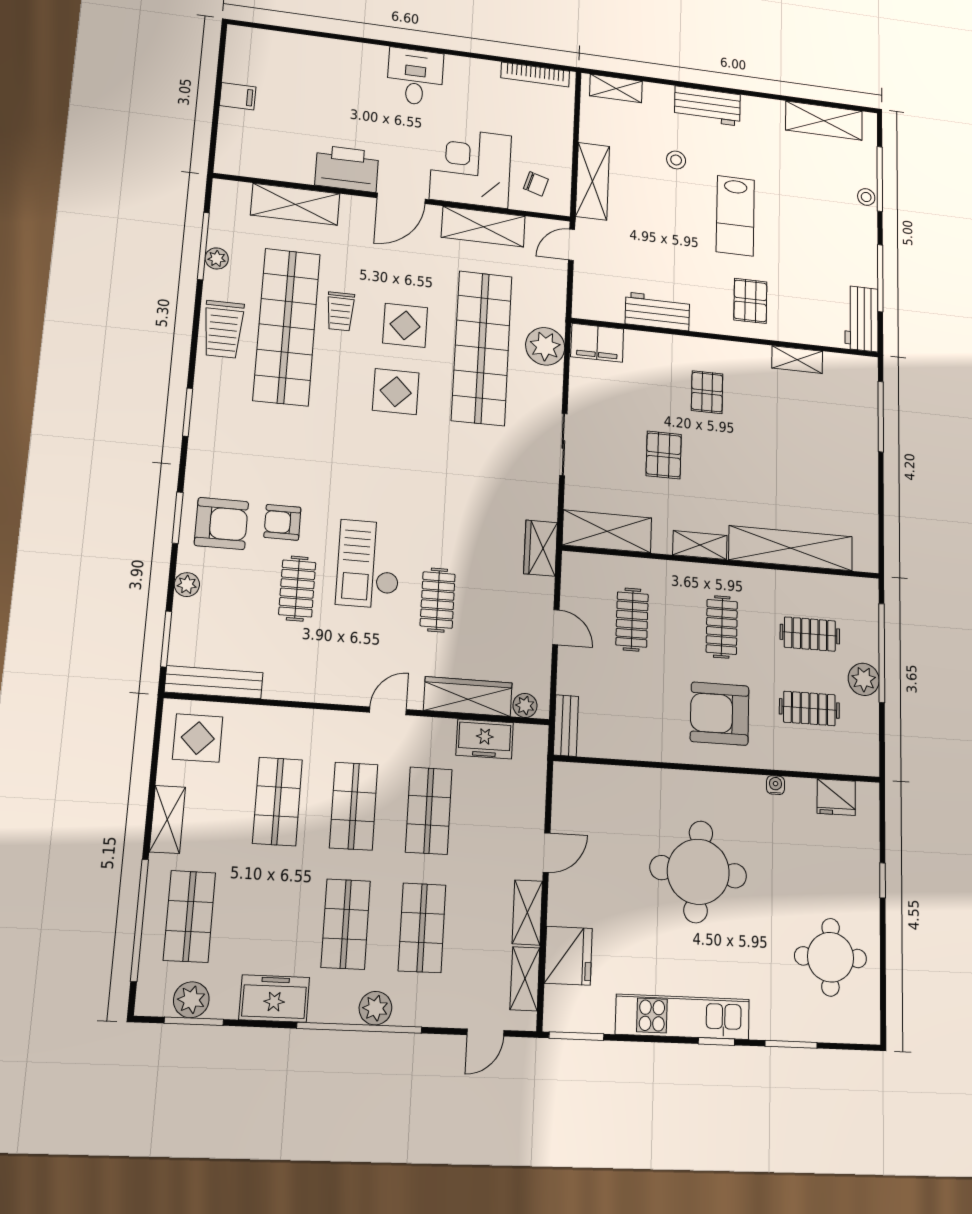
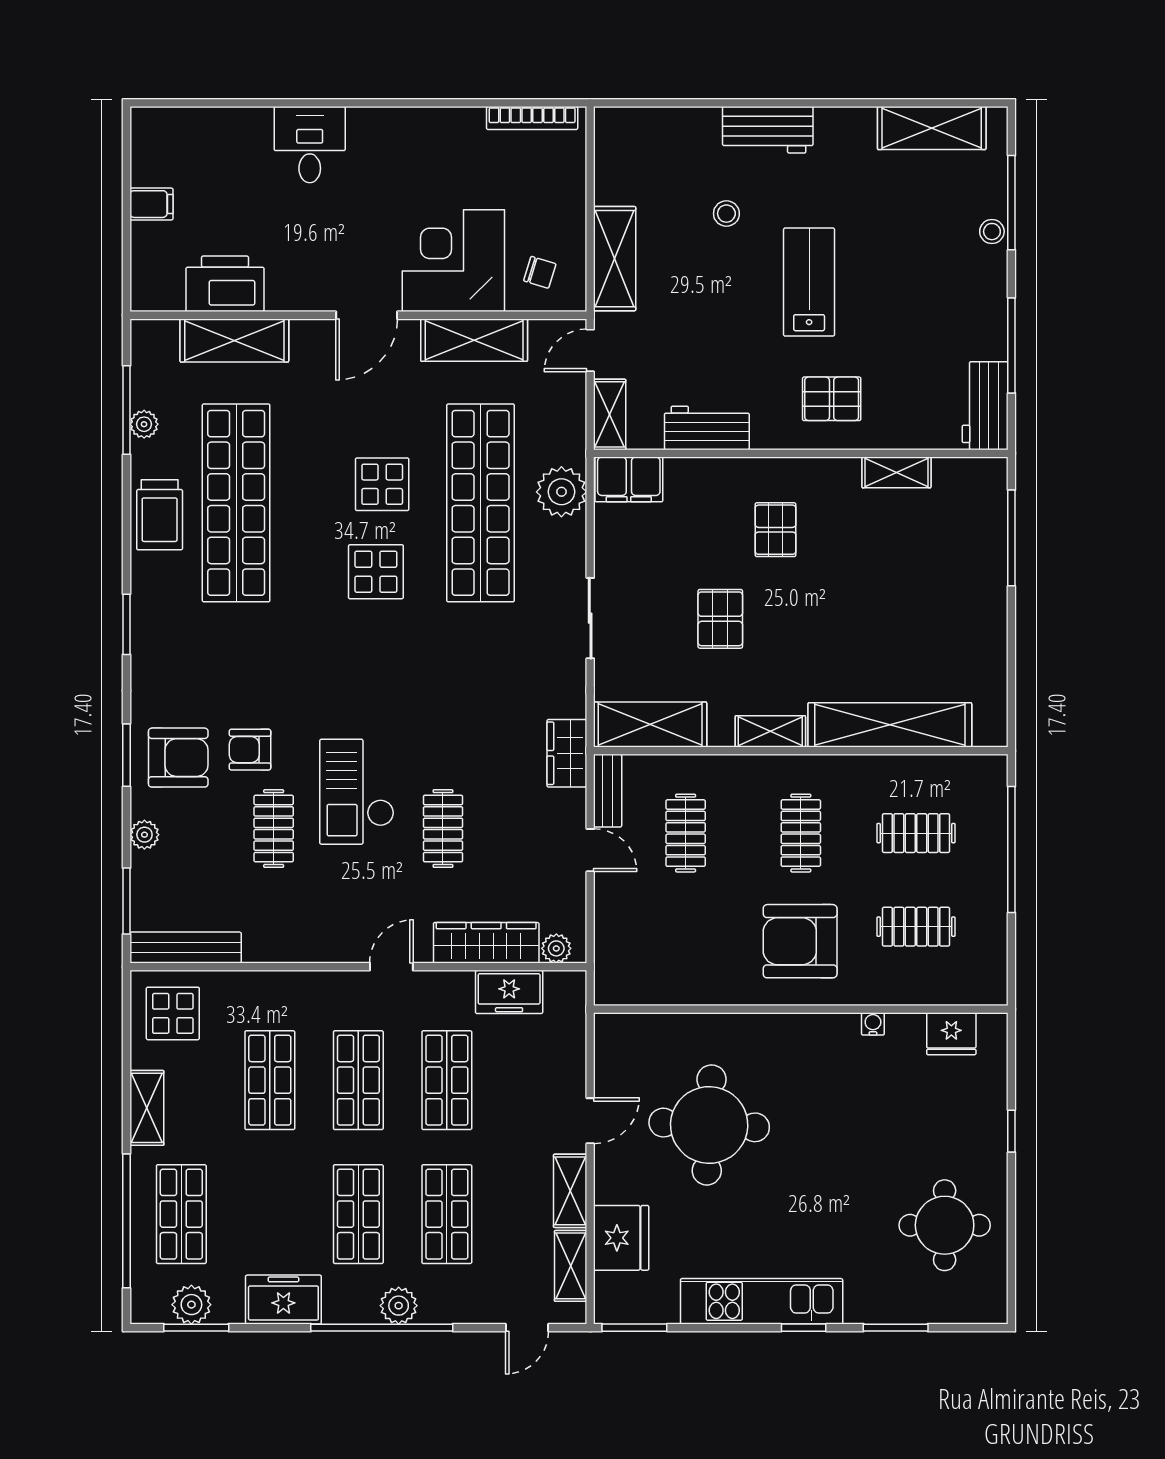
desk: (415, 77) -> (310, 145), moved
shelving: (616, 88) -> (610, 414), moved, turned 90
printer: (347, 169) -> (225, 284), moved
lab bench: (735, 216) -> (809, 282), turned 180
pallet: (750, 301) -> (832, 399), turned 90
trolley: (340, 311) -> (300, 475), removed
plant: (864, 679) -> (987, 885), removed
bench: (566, 726) -> (608, 791), moved
round table: (698, 872) -> (709, 1125), moved

